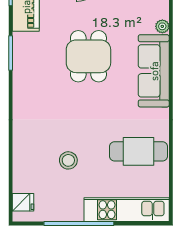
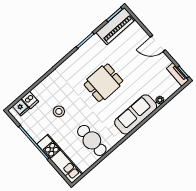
dining table: (88, 56) -> (103, 83), moved
dishwasher: (24, 183) -> (30, 100), added

